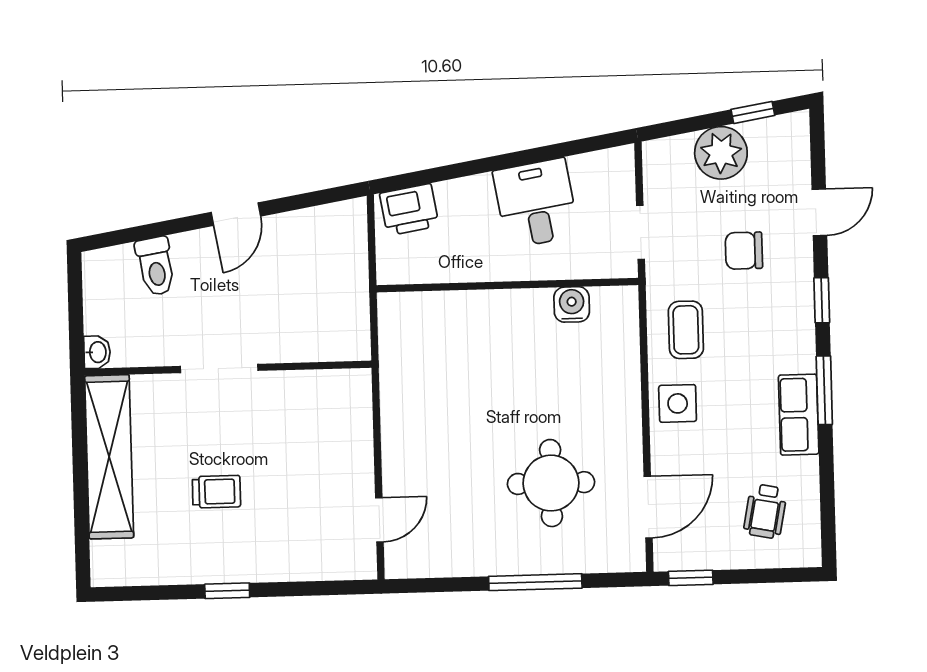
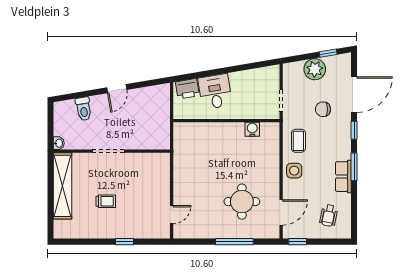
desk: (536, 203) -> (215, 92), moved
door: (819, 212) -> (354, 95), width x1.88
window: (227, 591) -> (125, 242), moved

